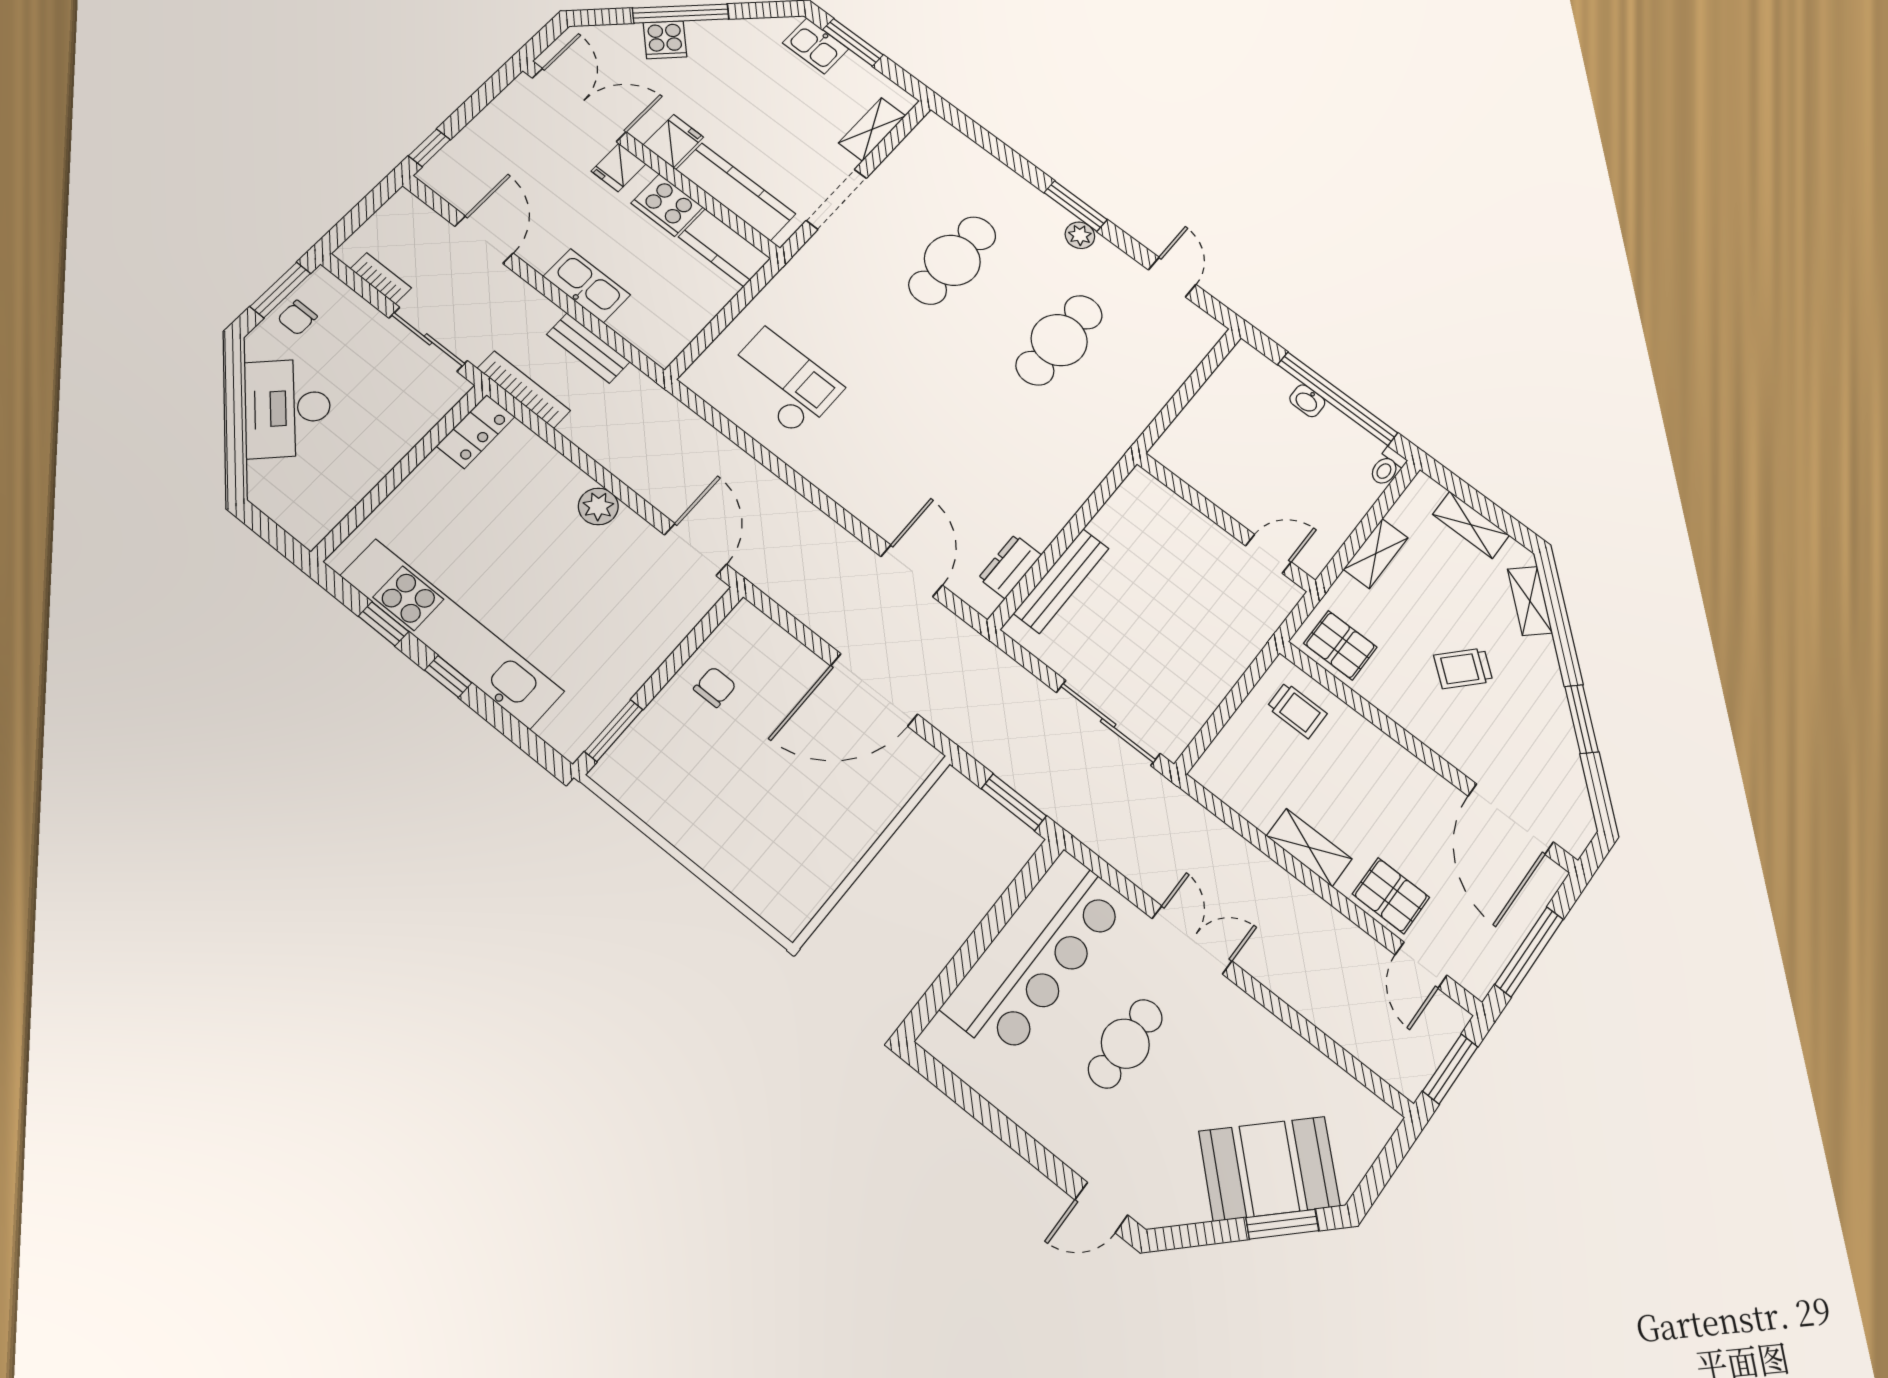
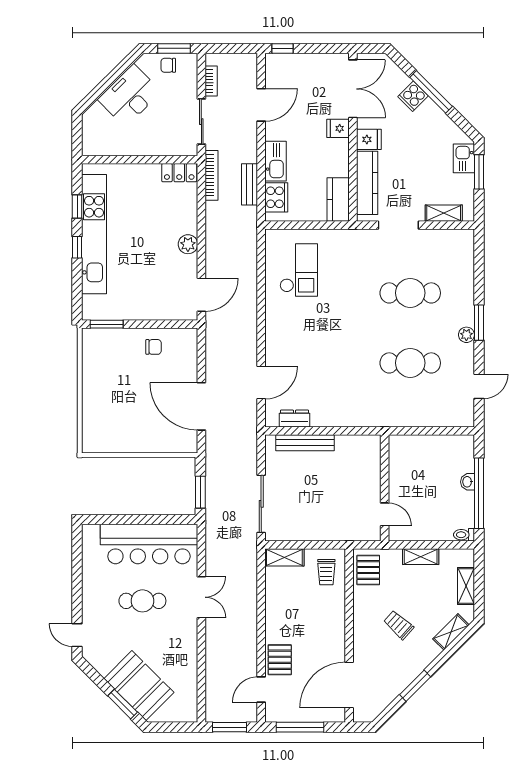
cooker: (667, 205) -> (276, 197), moved, turned 180
shelving: (1309, 847) -> (284, 557), moved, turned 90

